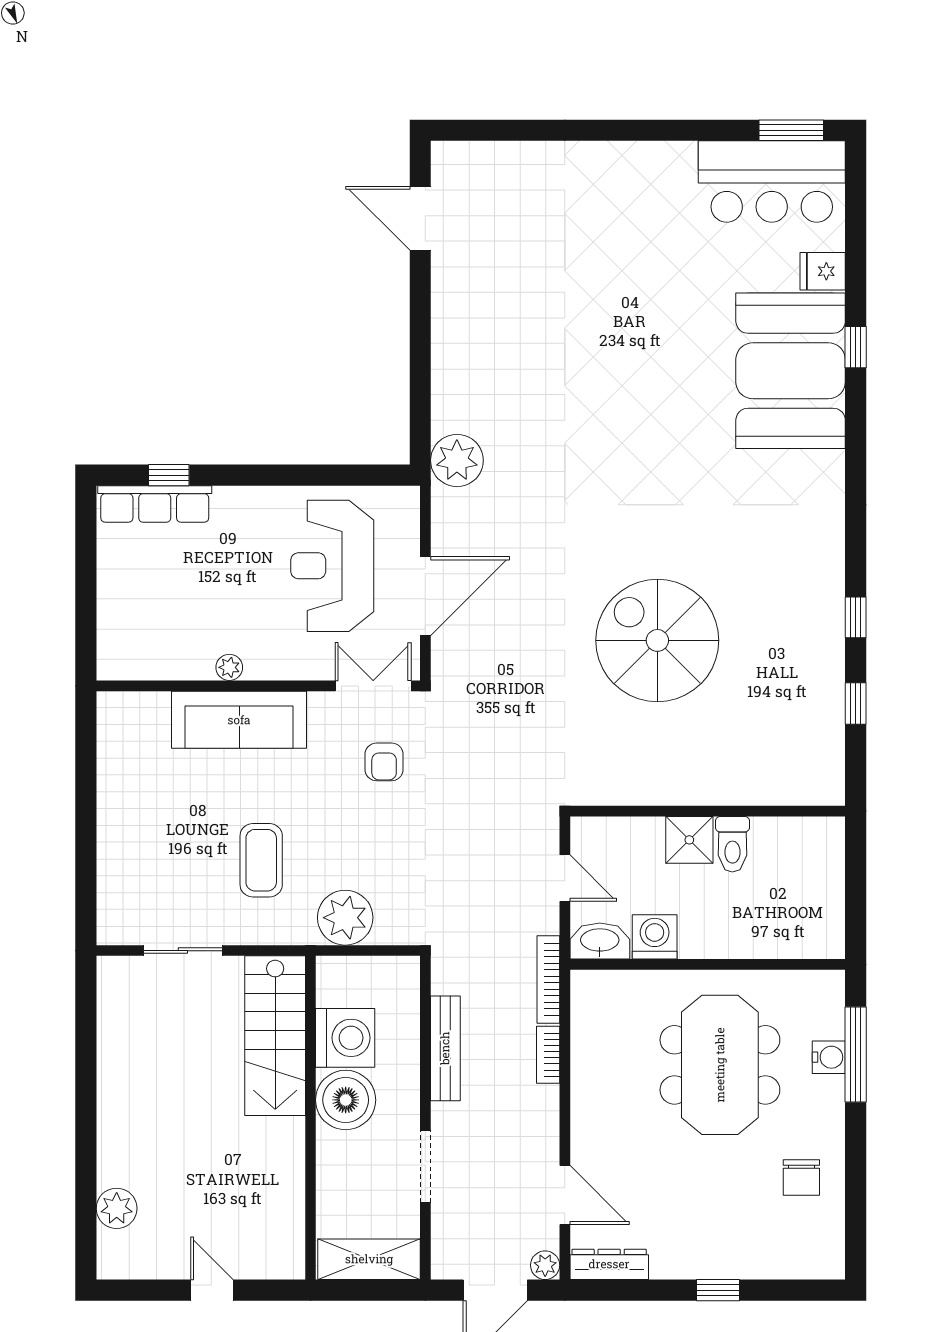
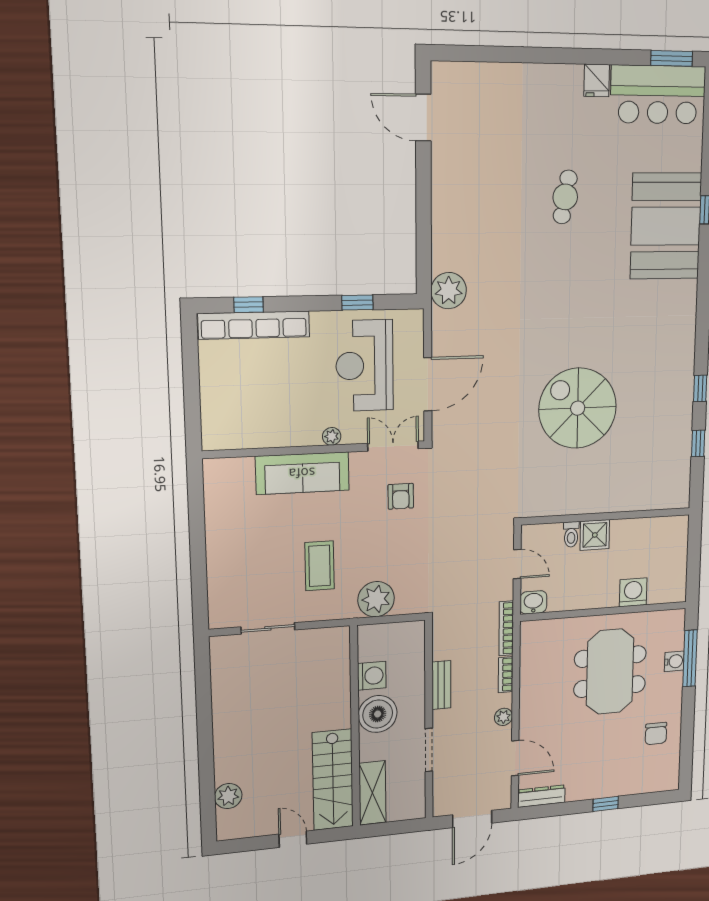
fridge: (823, 271) -> (597, 80), moved, turned -90
cafe table: (632, 328) -> (565, 197), added
window: (323, 475) -> (357, 303), added
row of seats: (155, 504) -> (254, 325), width x1.36
plant: (229, 667) -> (332, 436), moved
toilet: (732, 844) -> (571, 534), moved, width x0.73, depth x0.72
washing machine: (655, 937) -> (633, 592), moved
washbasin: (600, 941) -> (533, 602), width x0.72
stairs: (275, 1036) -> (333, 780), moved
washing machine: (345, 1038) -> (372, 676), width x0.73, depth x0.73
bench: (445, 1048) -> (441, 685), width x0.73
shelving: (369, 1259) -> (372, 793), moved, turned 90
plant: (545, 1265) -> (503, 717), moved

